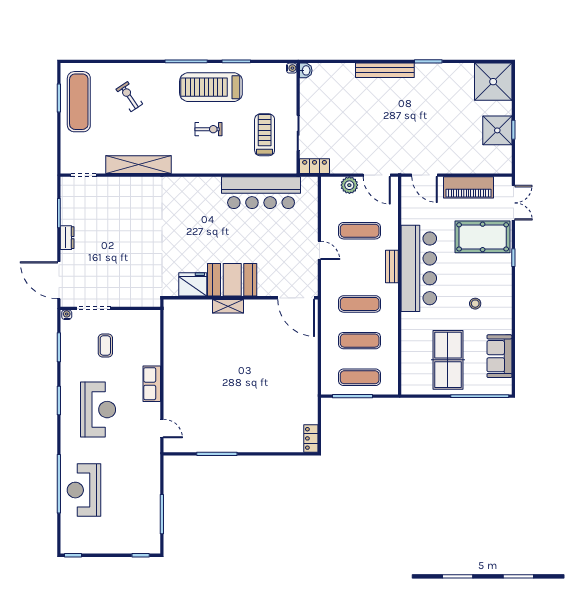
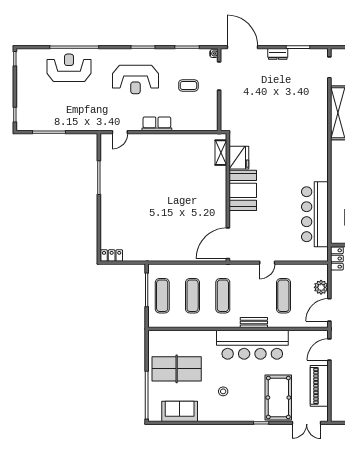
door: (59, 280) -> (242, 47), hinge flipped
shelving: (228, 306) -> (221, 153), moved

